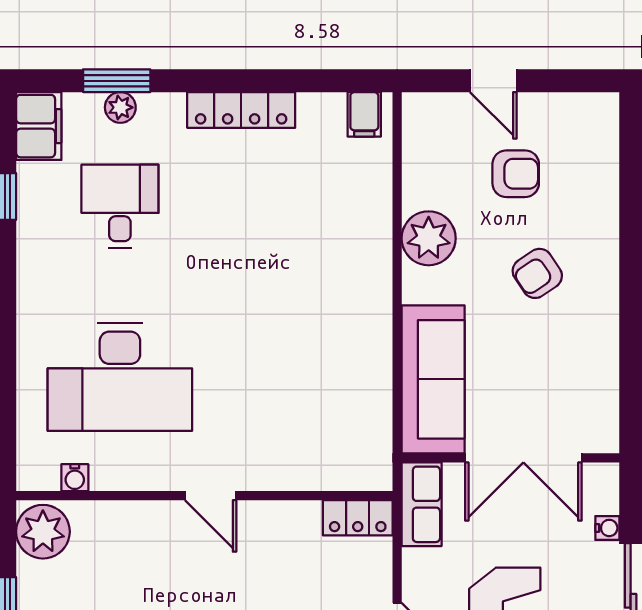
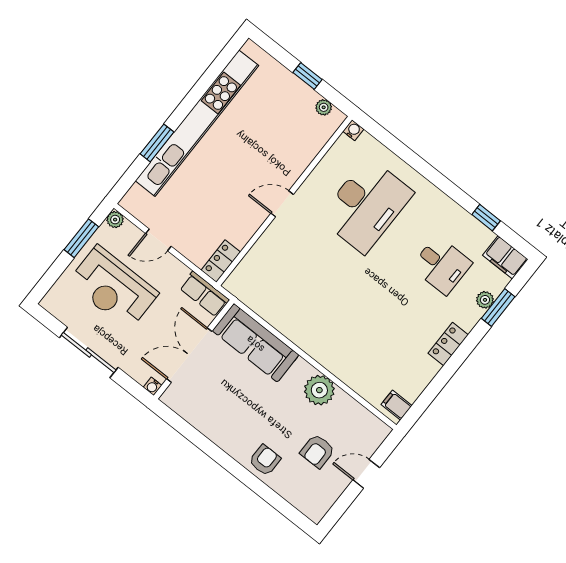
locker: (241, 110) -> (448, 344), width x0.66
armchair: (537, 273) -> (265, 460), moved, turned 34
desk: (120, 377) -> (366, 205), turned 180
water cooler: (75, 478) -> (353, 130), moved, turned 90
water cooler: (607, 528) -> (153, 386), moved
plant: (43, 532) -> (324, 107), width x0.53, depth x0.53

